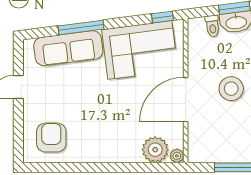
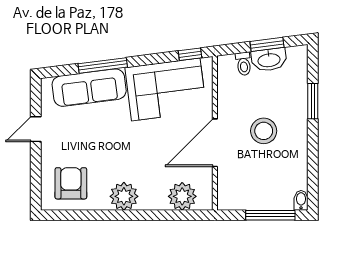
plant: (177, 156) -> (124, 196), moved, width x1.88, depth x1.88

